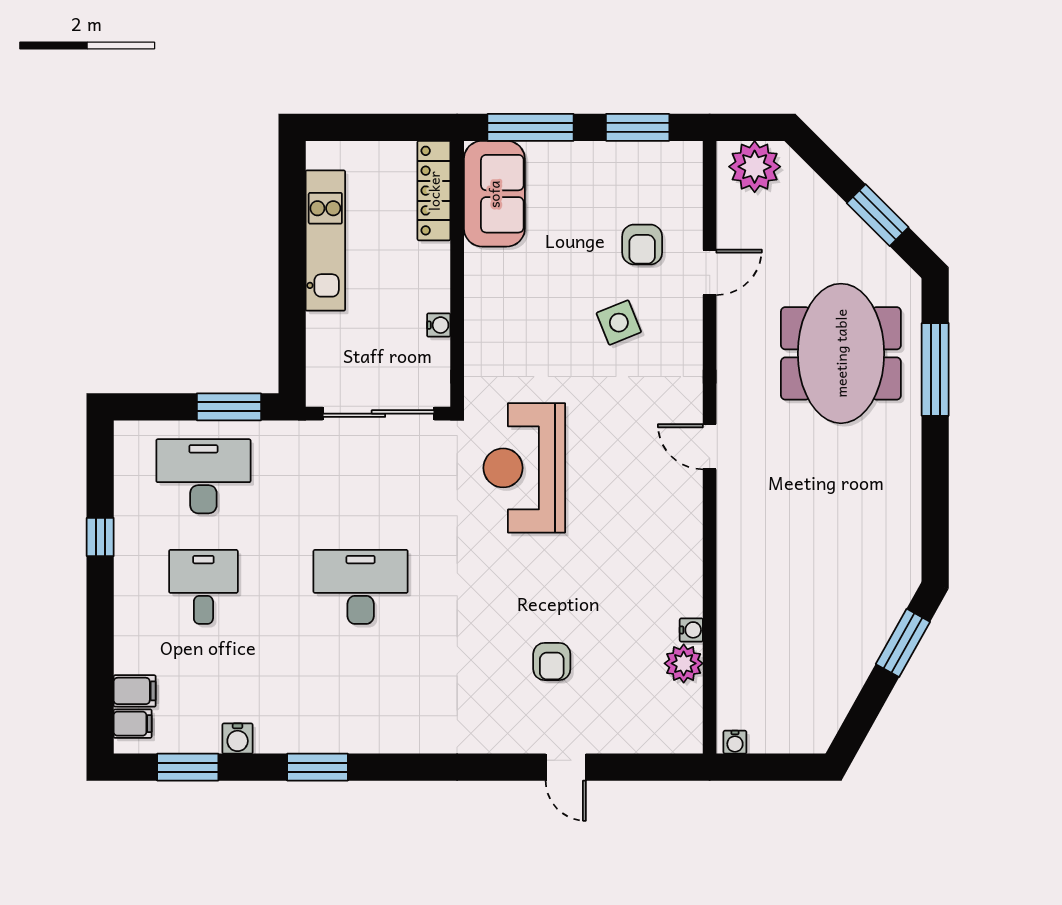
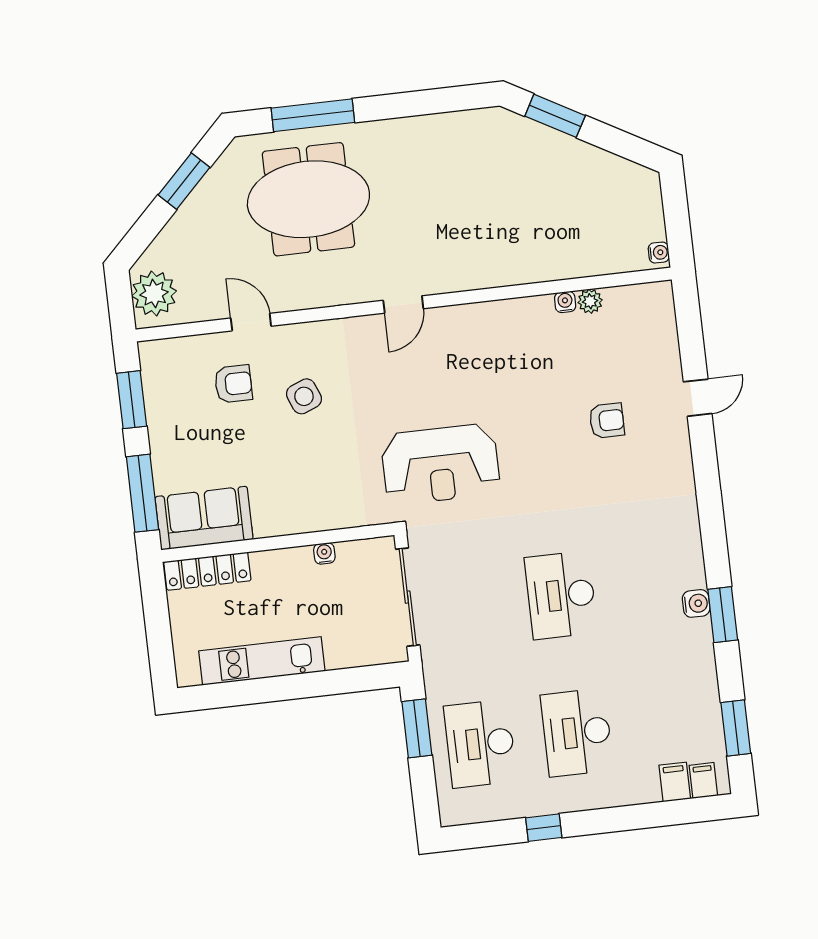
desk: (203, 587) -> (577, 732), width x1.37
plant: (684, 663) -> (590, 301), width x0.73, depth x0.73
water cooler: (238, 739) -> (696, 603), moved

